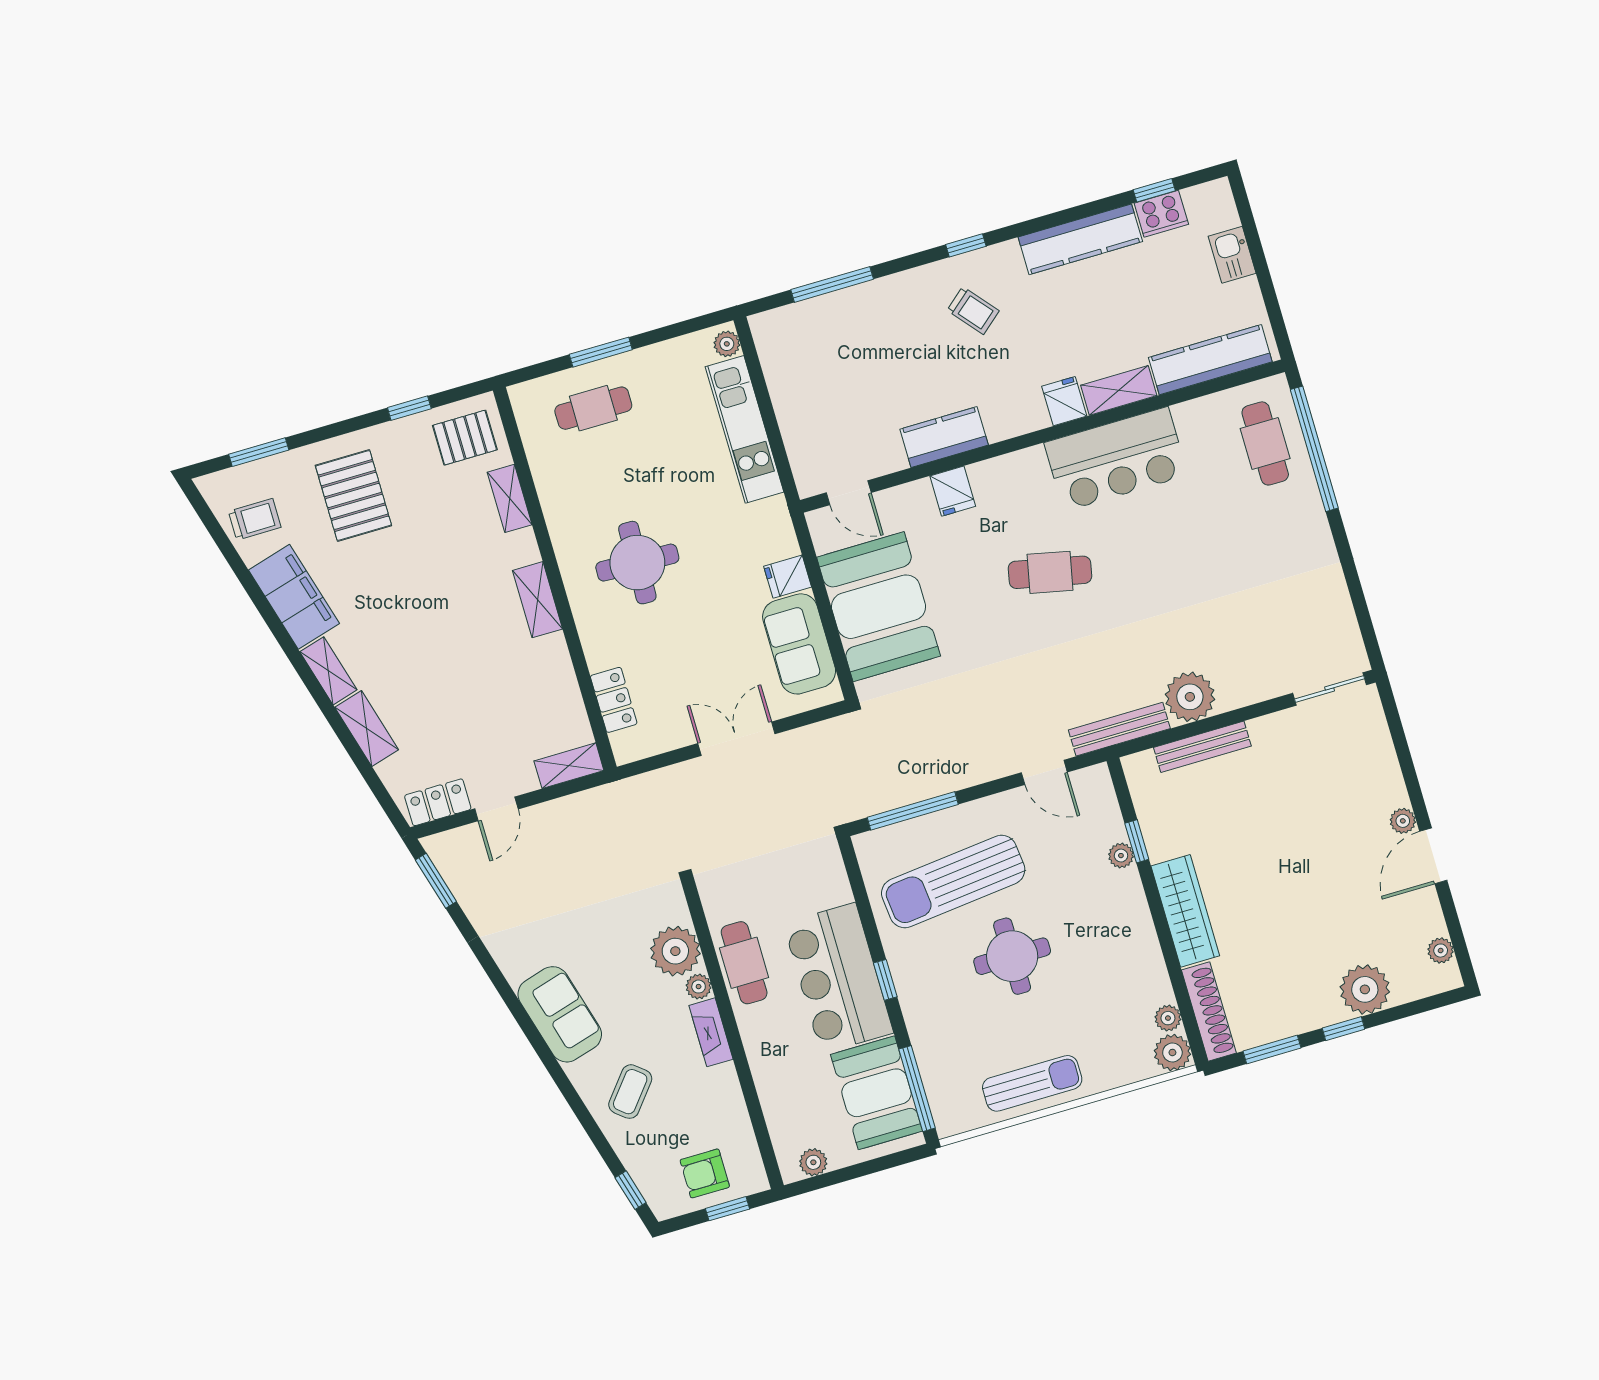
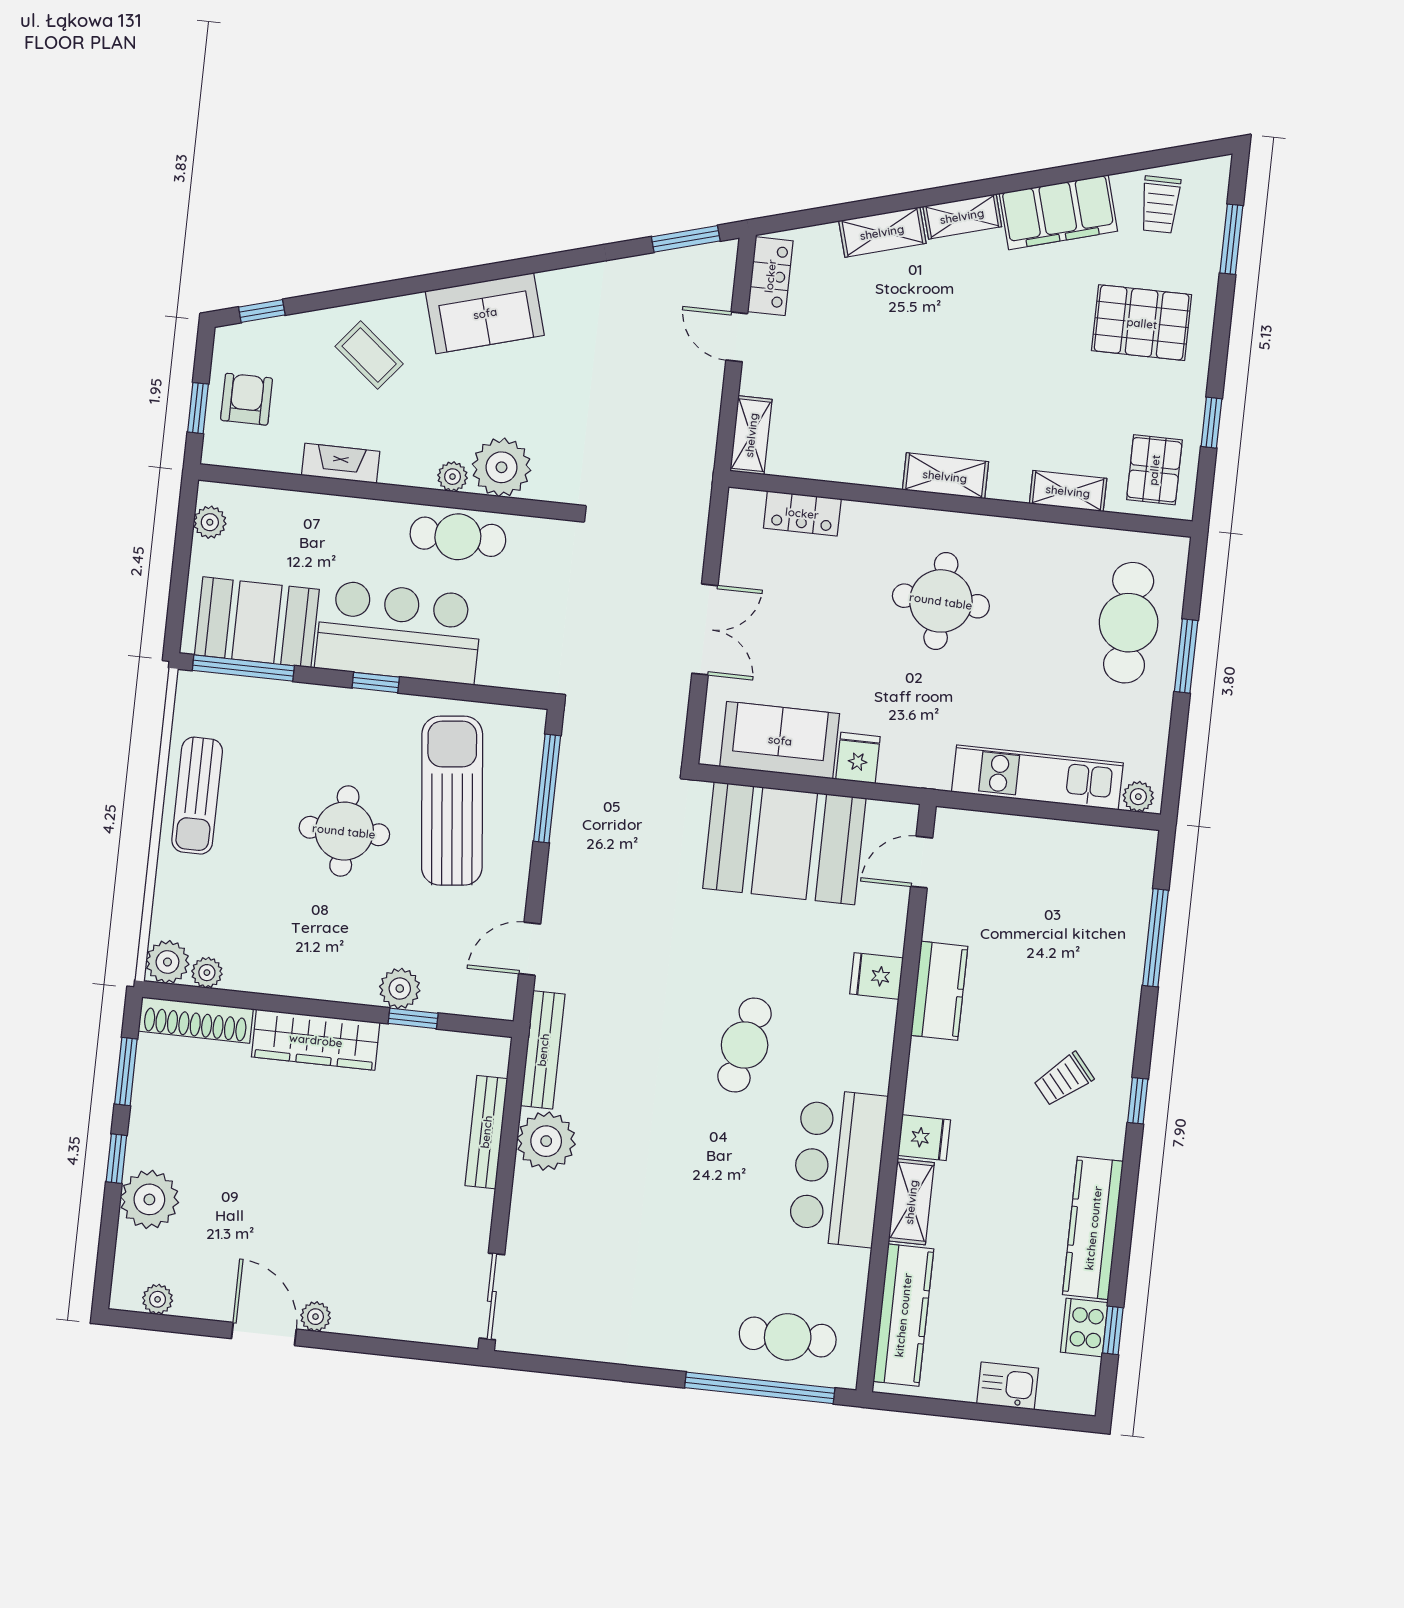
cafe table: (593, 408) -> (1129, 623), width x1.37, depth x1.35
plant: (1121, 856) -> (400, 989), width x1.38, depth x1.38
fireplace: (711, 1032) -> (341, 463), moved

